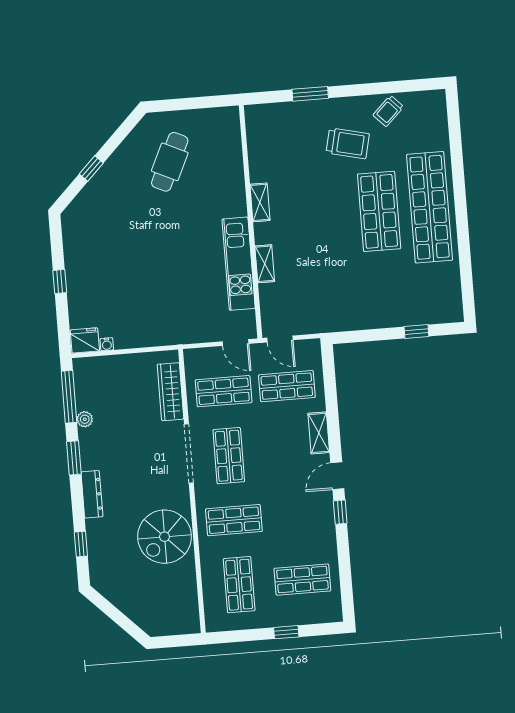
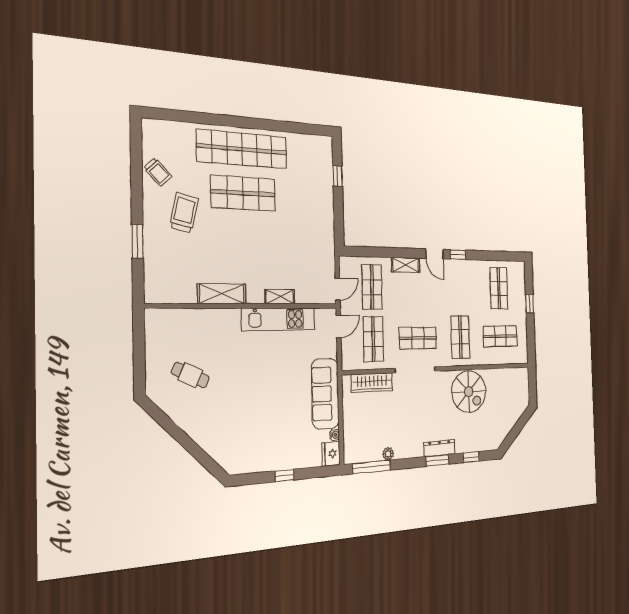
cafe table: (170, 162) -> (190, 375), width x0.73, depth x0.74
window: (91, 169) -> (192, 447), removed
shelving: (260, 202) -> (222, 294), width x1.50, depth x1.33
sofa: (155, 329) -> (325, 394), added
window: (74, 458) -> (437, 460), moved

